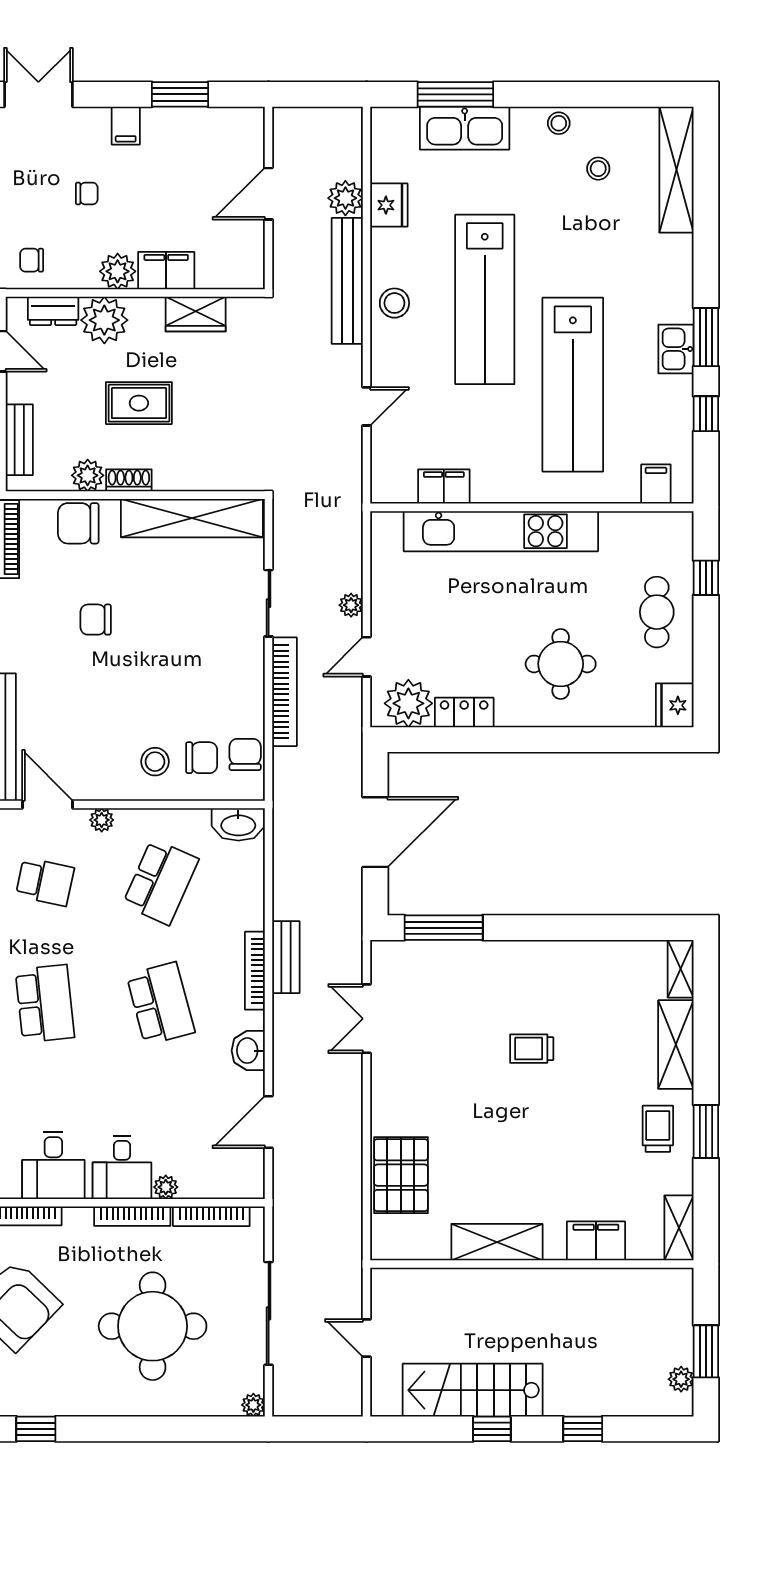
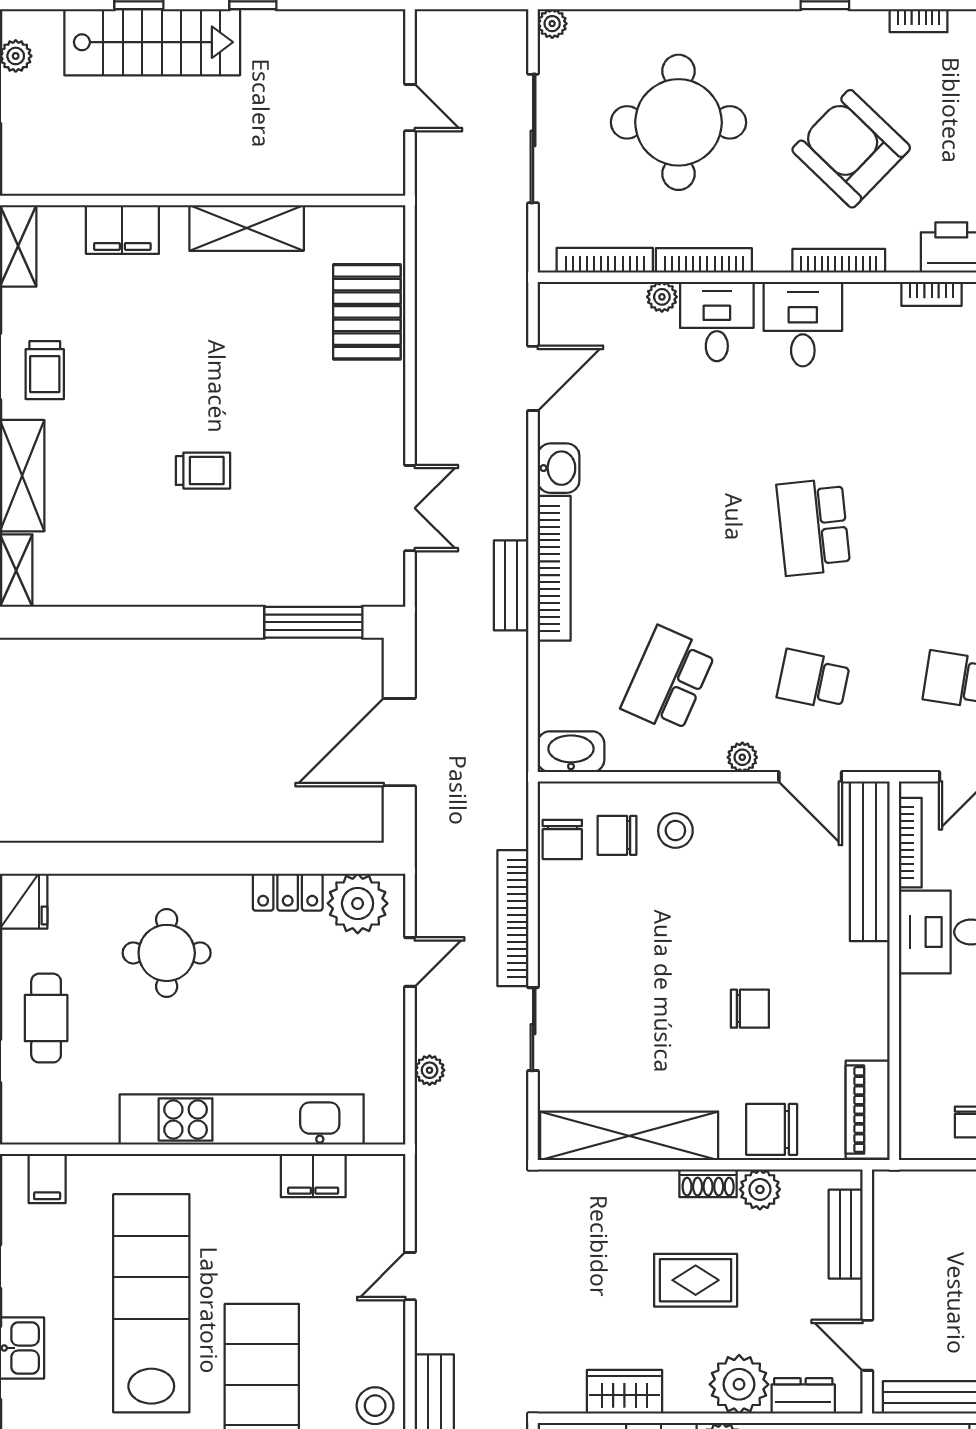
chair: (78, 523) -> (772, 1129), turned 180
plant: (351, 605) -> (430, 1070), moved
bookcase: (255, 971) -> (554, 568), width x1.48, depth x1.31
school desk: (161, 1004) -> (668, 527), removed
stairs: (473, 1390) -> (152, 42), moved

